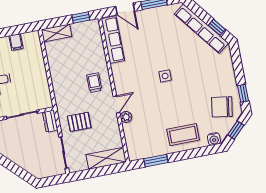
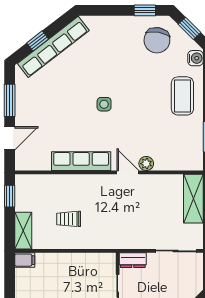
window: (217, 27) -> (38, 41), moved
row of seats: (113, 40) -> (81, 161), moved
filing cabinet: (16, 42) -> (25, 260), moved
trolley: (94, 83) -> (69, 219), moved
pallet: (79, 122) -> (141, 224), removed

